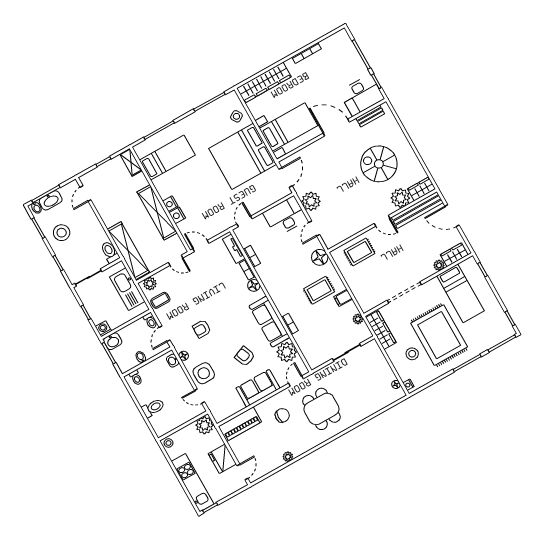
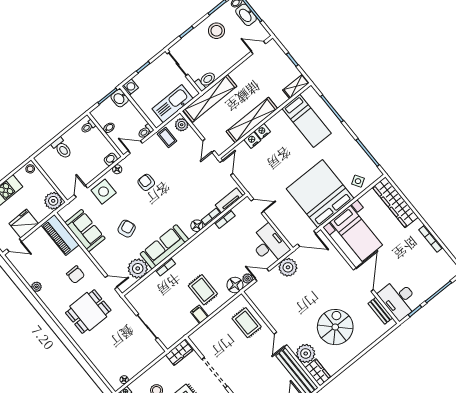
plant: (358, 319) -> (248, 279), moved
wardrobe: (381, 330) -> (179, 353), width x0.67
sofa: (258, 388) -> (85, 231), moved

